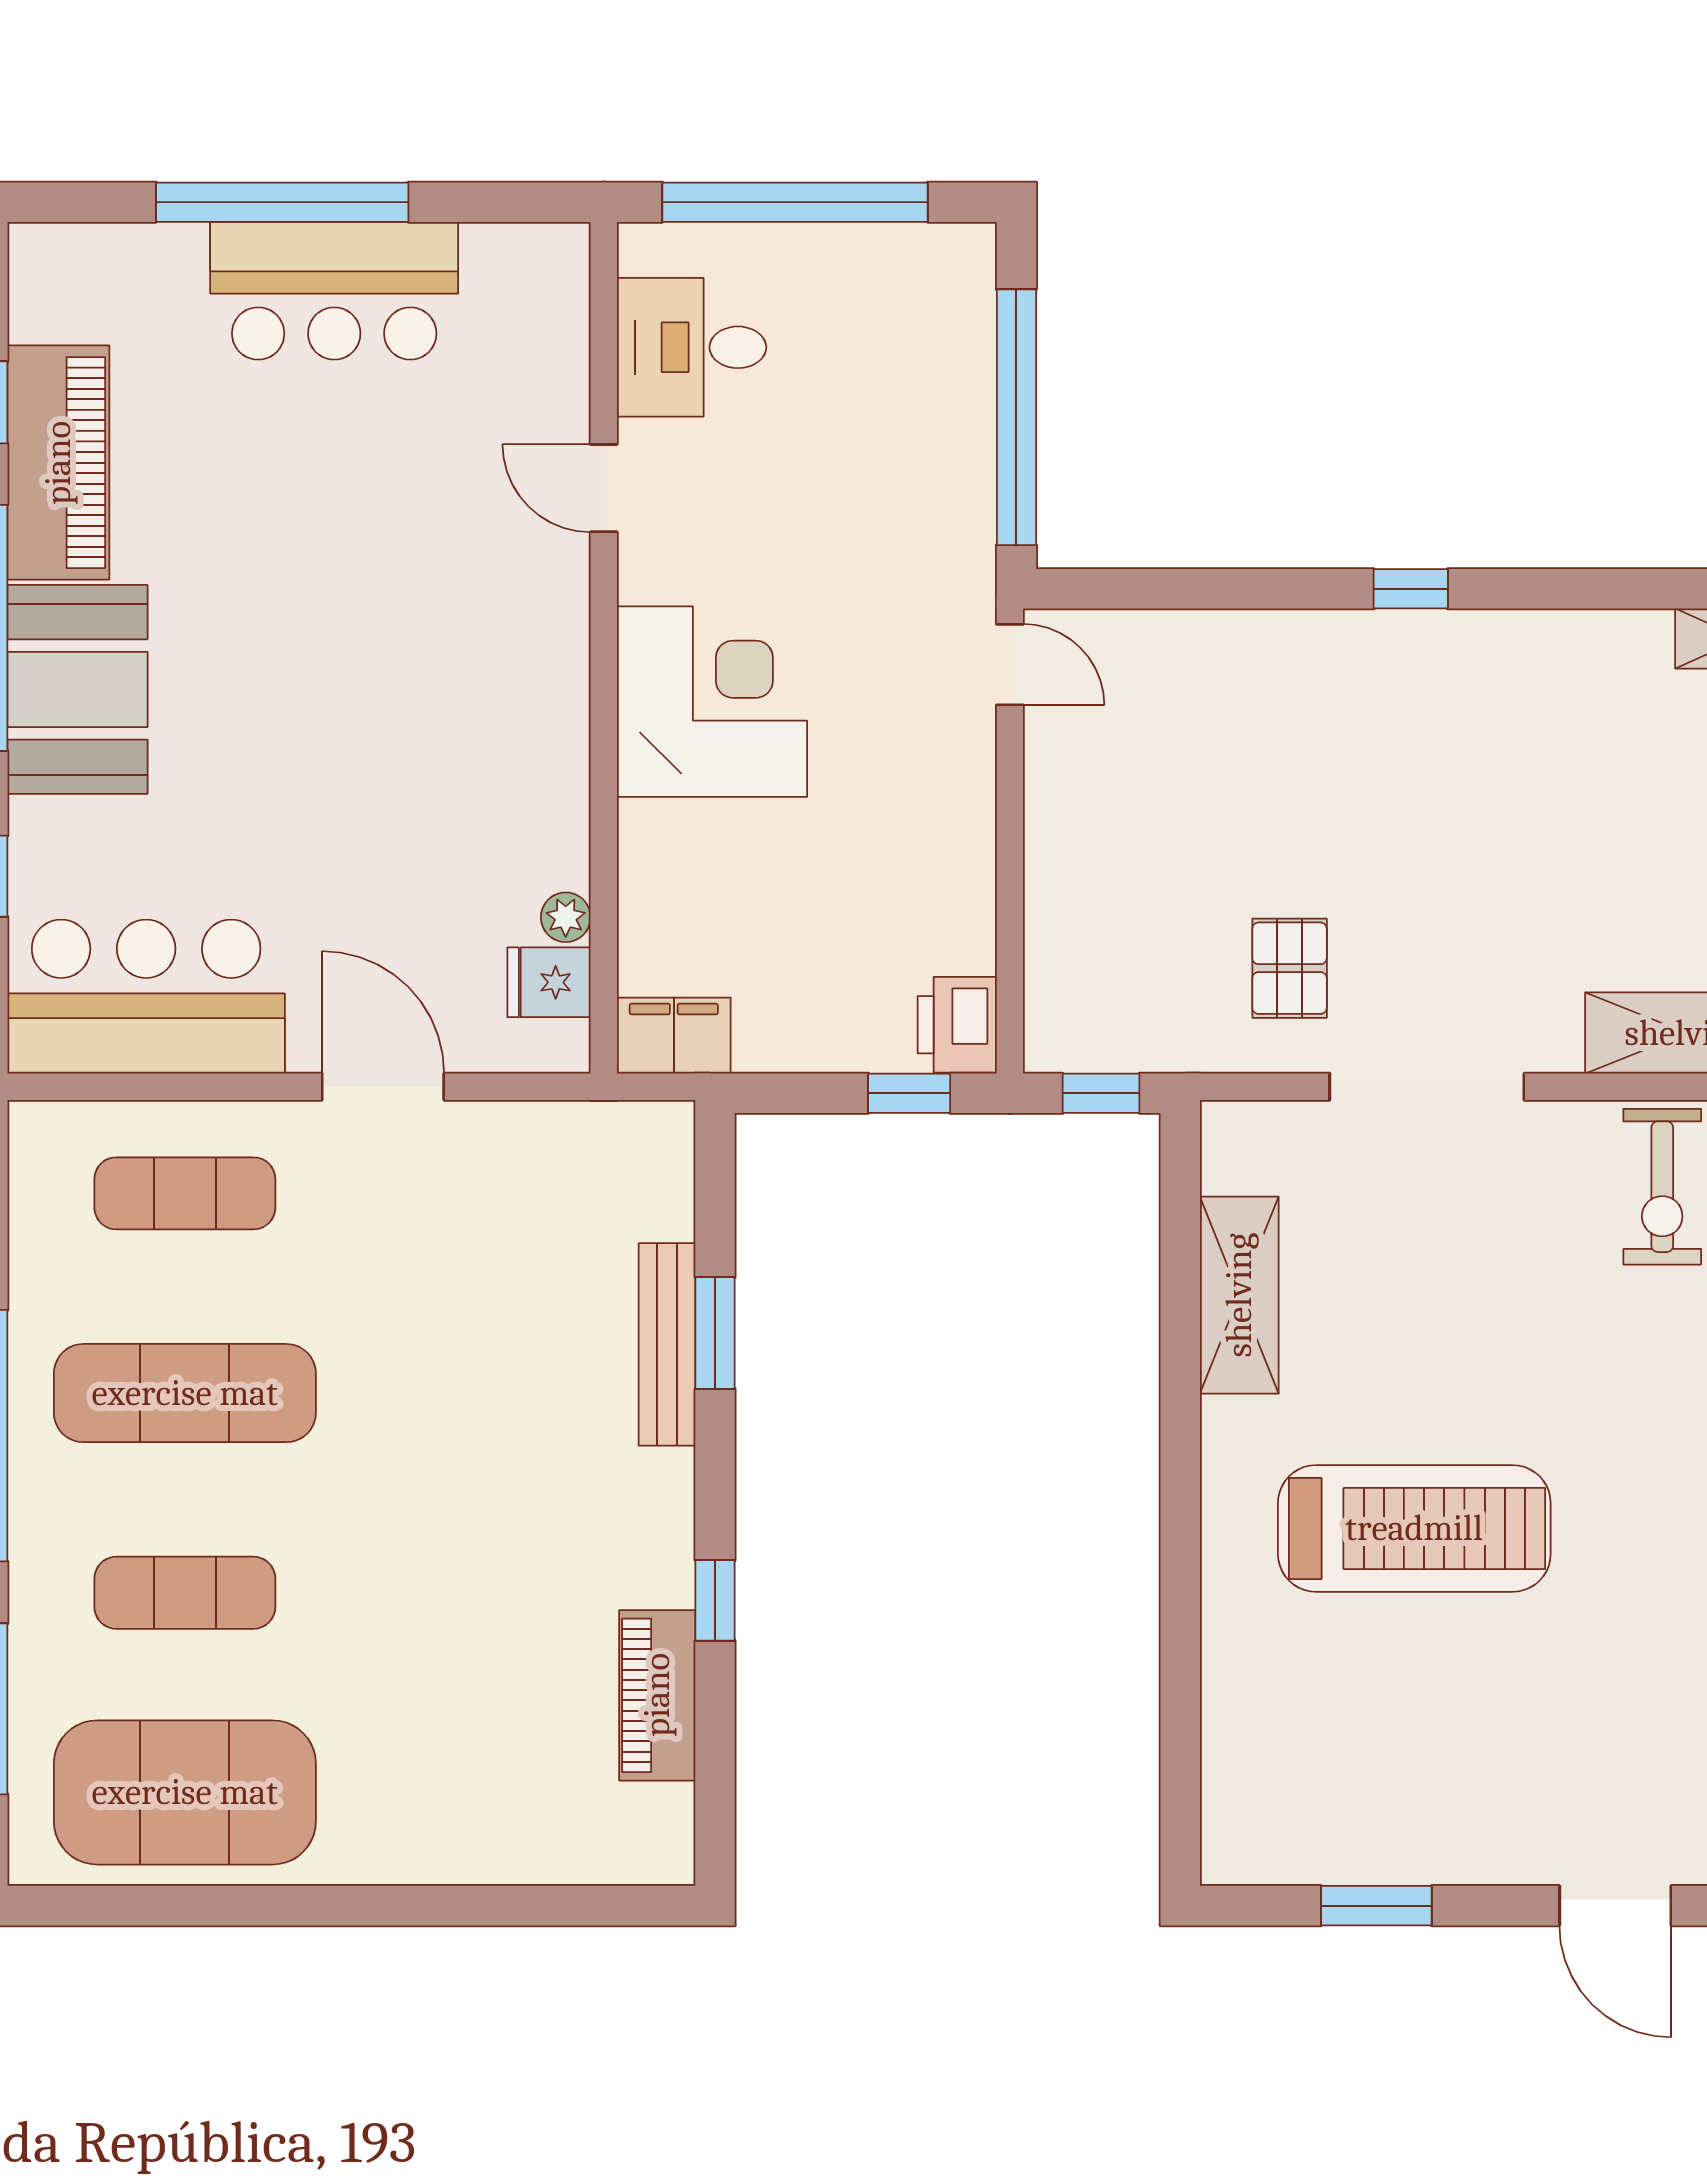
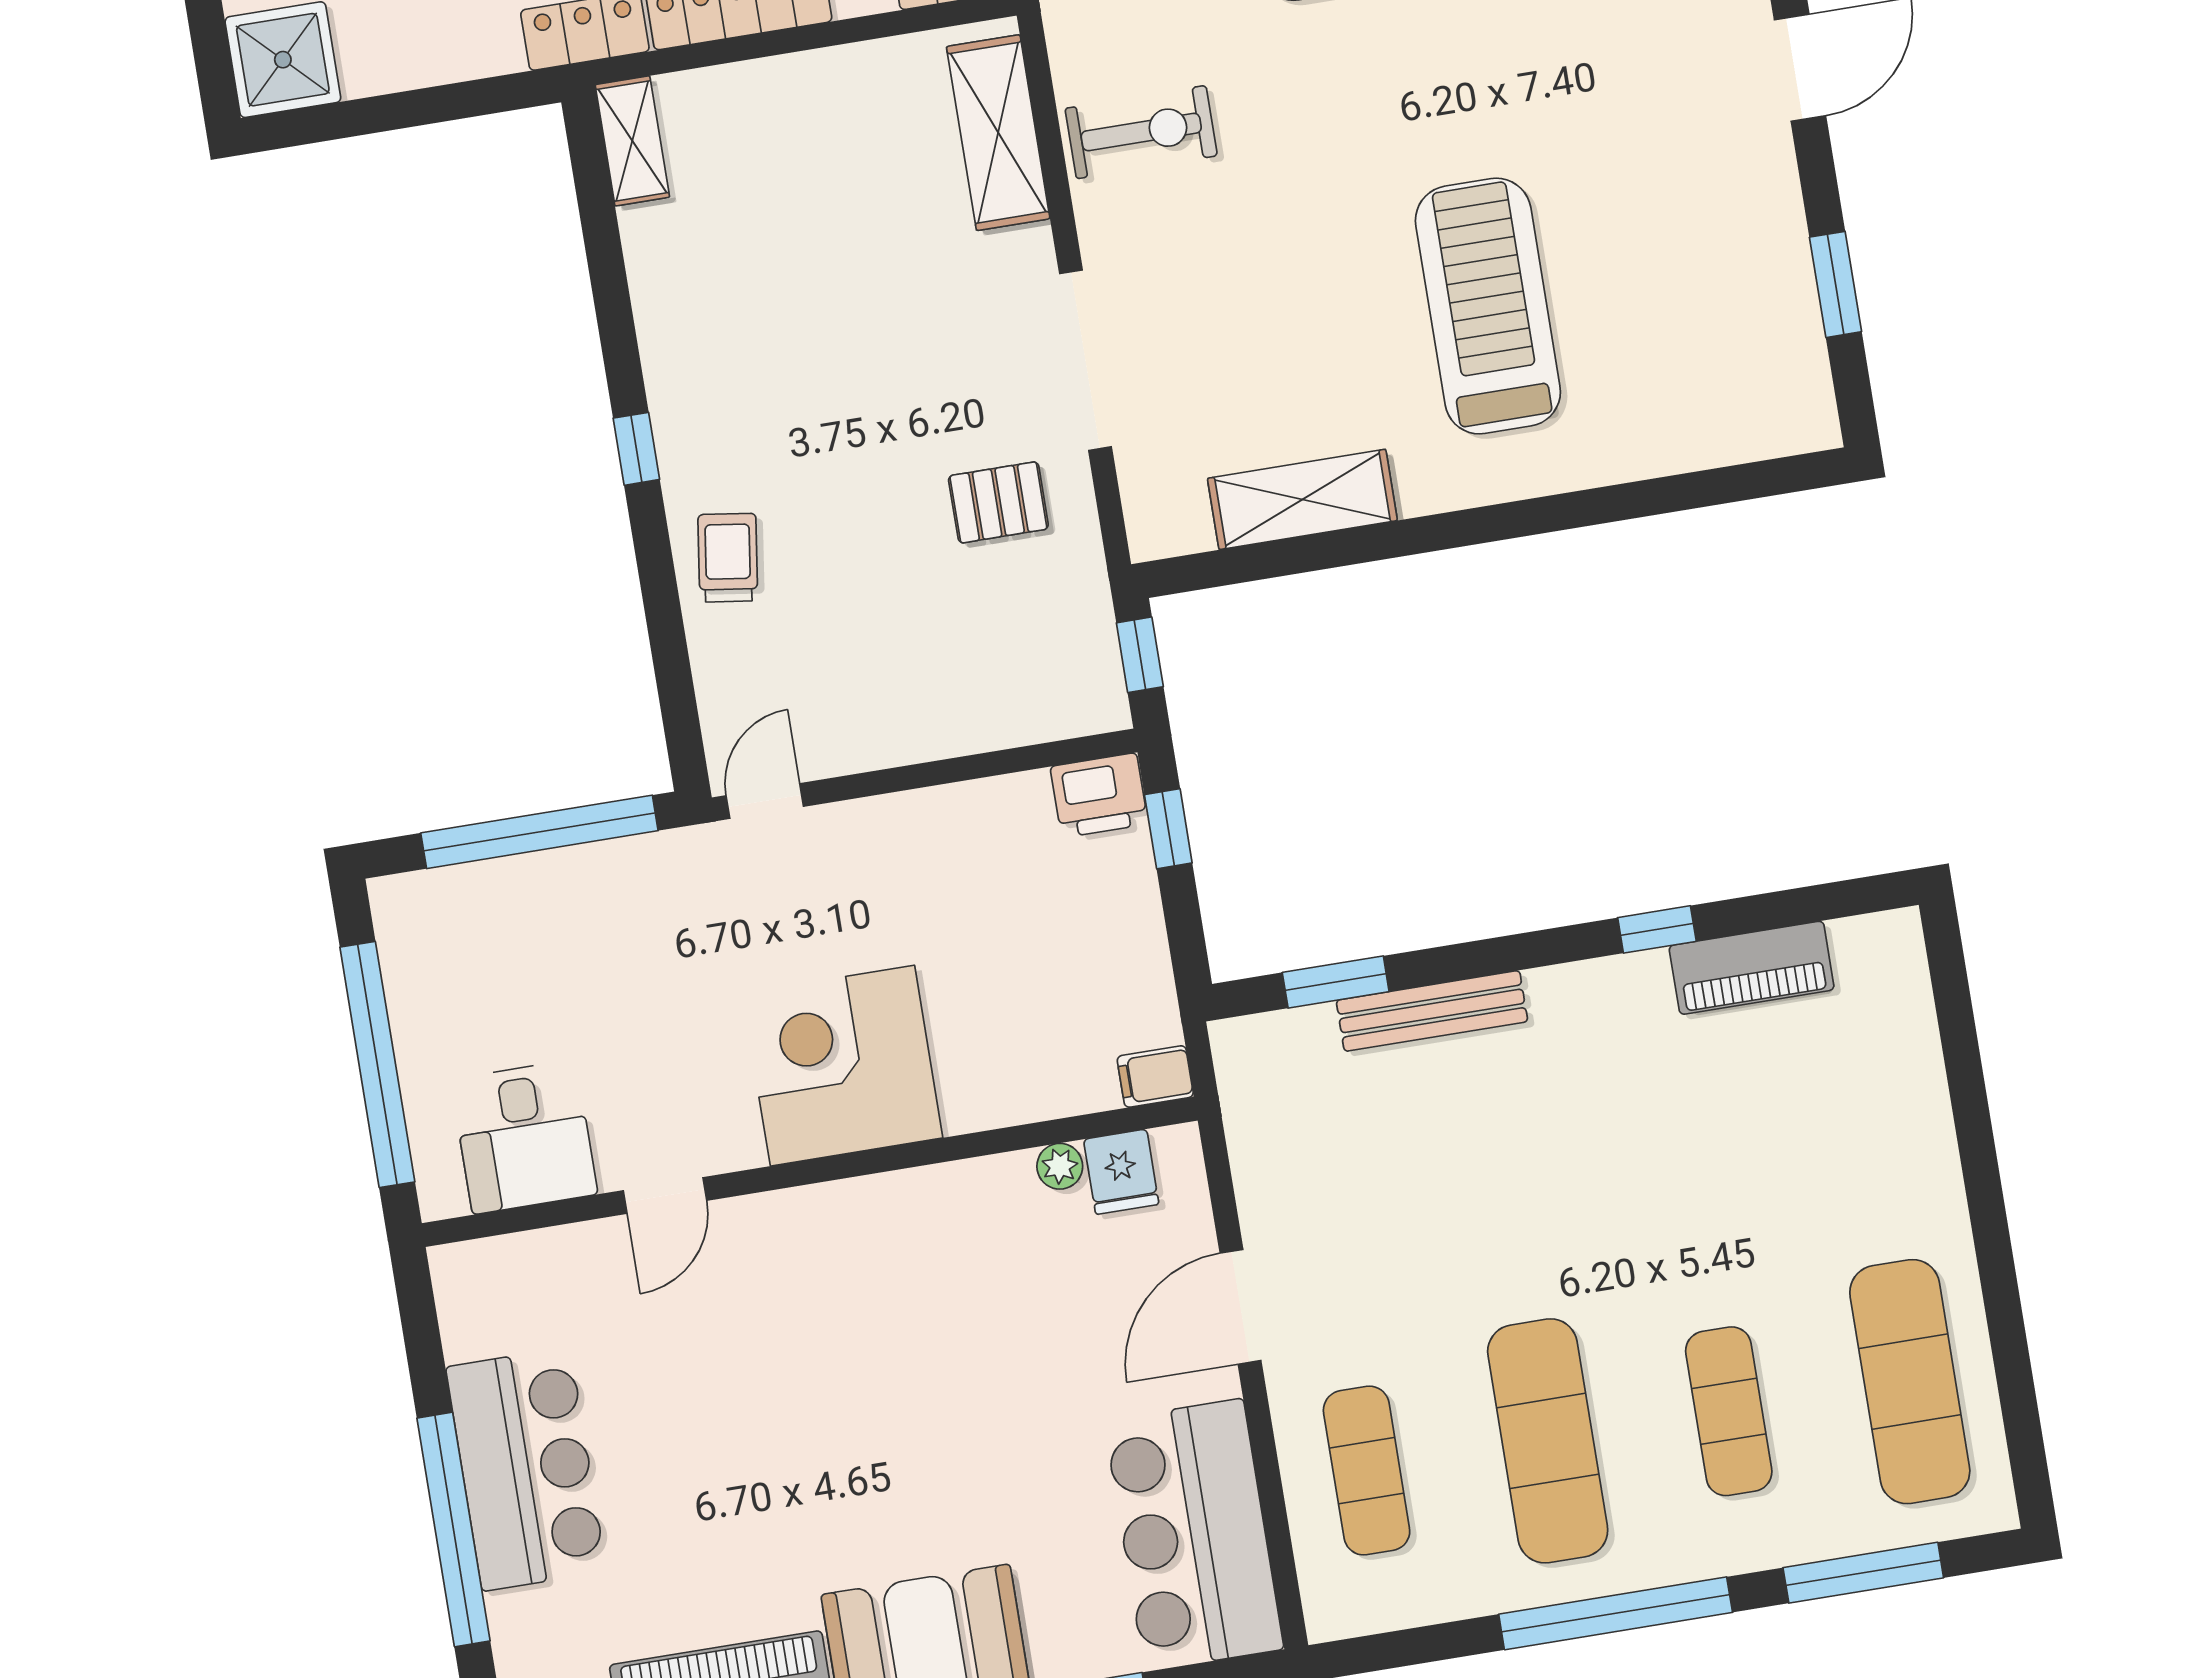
trolley: (1278, 668) -> (728, 558), added
filing cabinet: (674, 1036) -> (1155, 1077), width x0.50
window: (715, 1333) -> (1336, 982), moved
exercise mat: (185, 1792) -> (1910, 1382), width x0.68

